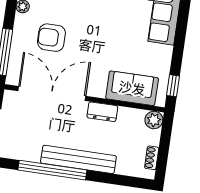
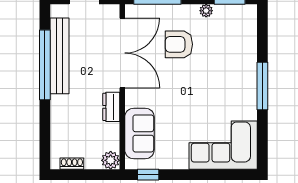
armchair: (51, 38) -> (179, 44), turned -90
bench: (78, 159) -> (59, 56), moved

